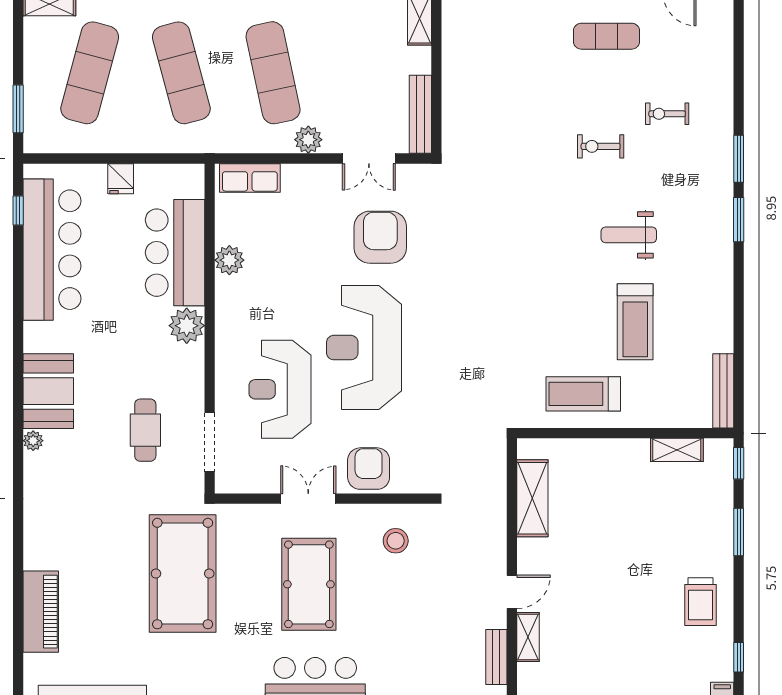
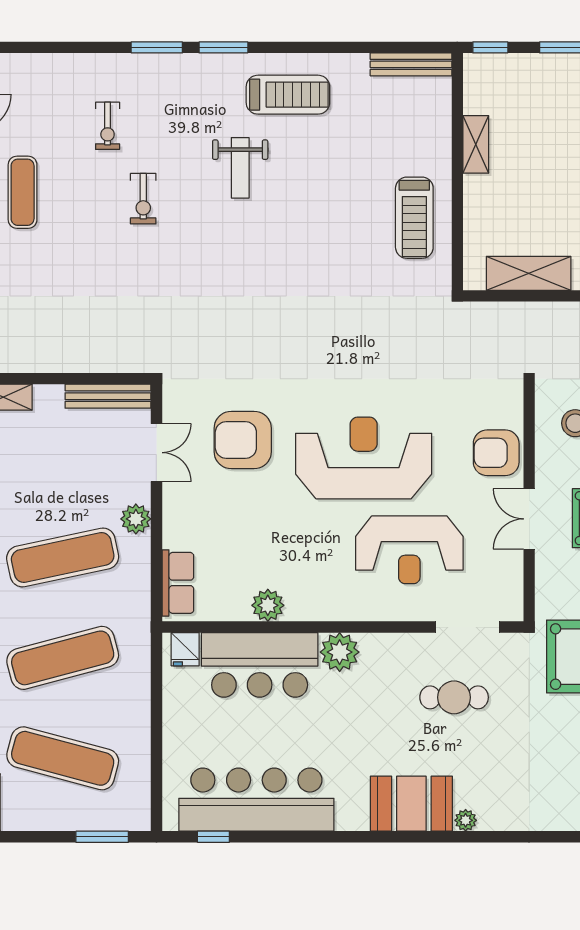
fridge: (121, 179) -> (185, 649), moved, turned 90
treadmill: (635, 322) -> (288, 95), moved
reception desk: (364, 348) -> (364, 458), turned 180
shelving: (677, 450) -> (476, 144), moved

